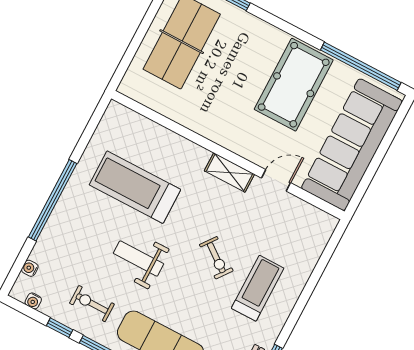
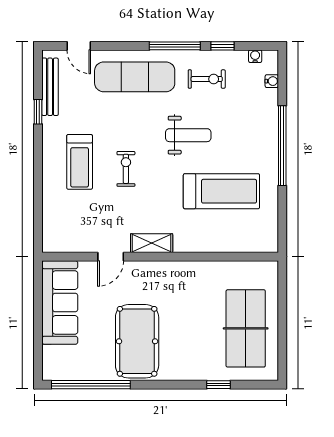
sofa: (352, 145) -> (60, 302), width x0.74, depth x0.79
exercise bike: (216, 258) -> (126, 169), turned 53

